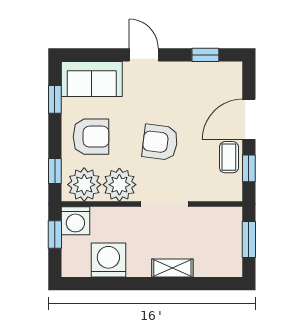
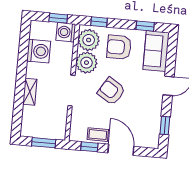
armchair: (91, 137) -> (119, 47), turned 90
armchair: (160, 142) -> (111, 91), turned -65

